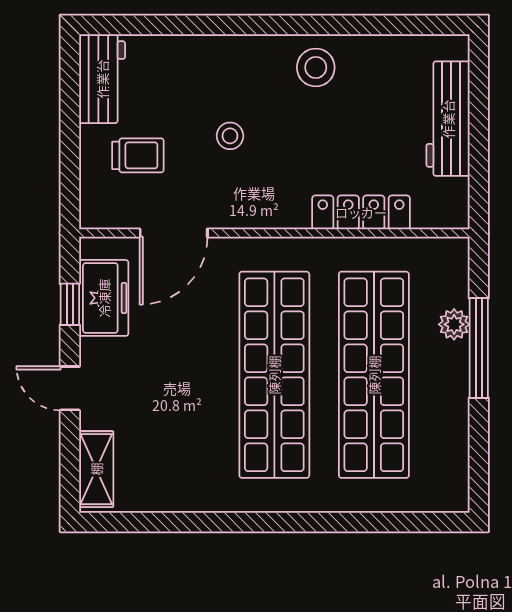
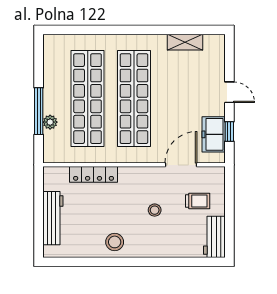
trolley: (138, 155) -> (198, 201), turned 180
shelving: (96, 469) -> (185, 42), moved, turned 90

